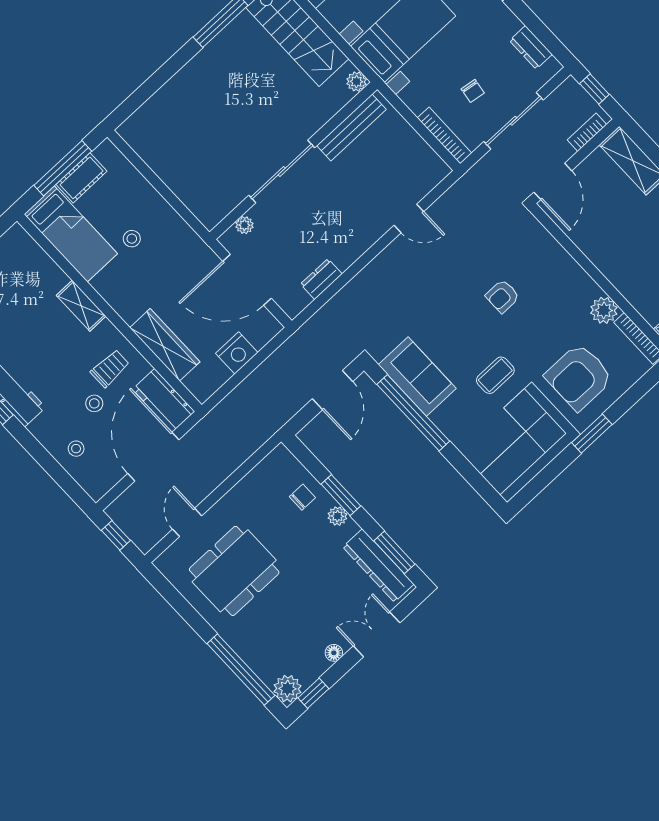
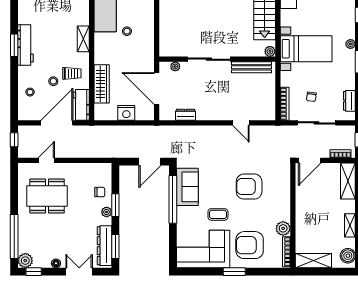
armchair: (502, 296) -> (249, 187), width x1.88, depth x1.88

